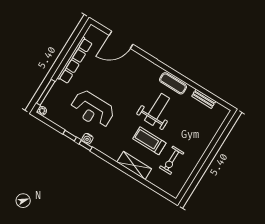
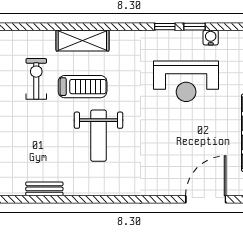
exercise mat: (173, 83) -> (99, 184), removed
reception desk: (92, 109) -> (186, 81), turned 180
water cooler: (87, 139) -> (211, 38), moved

